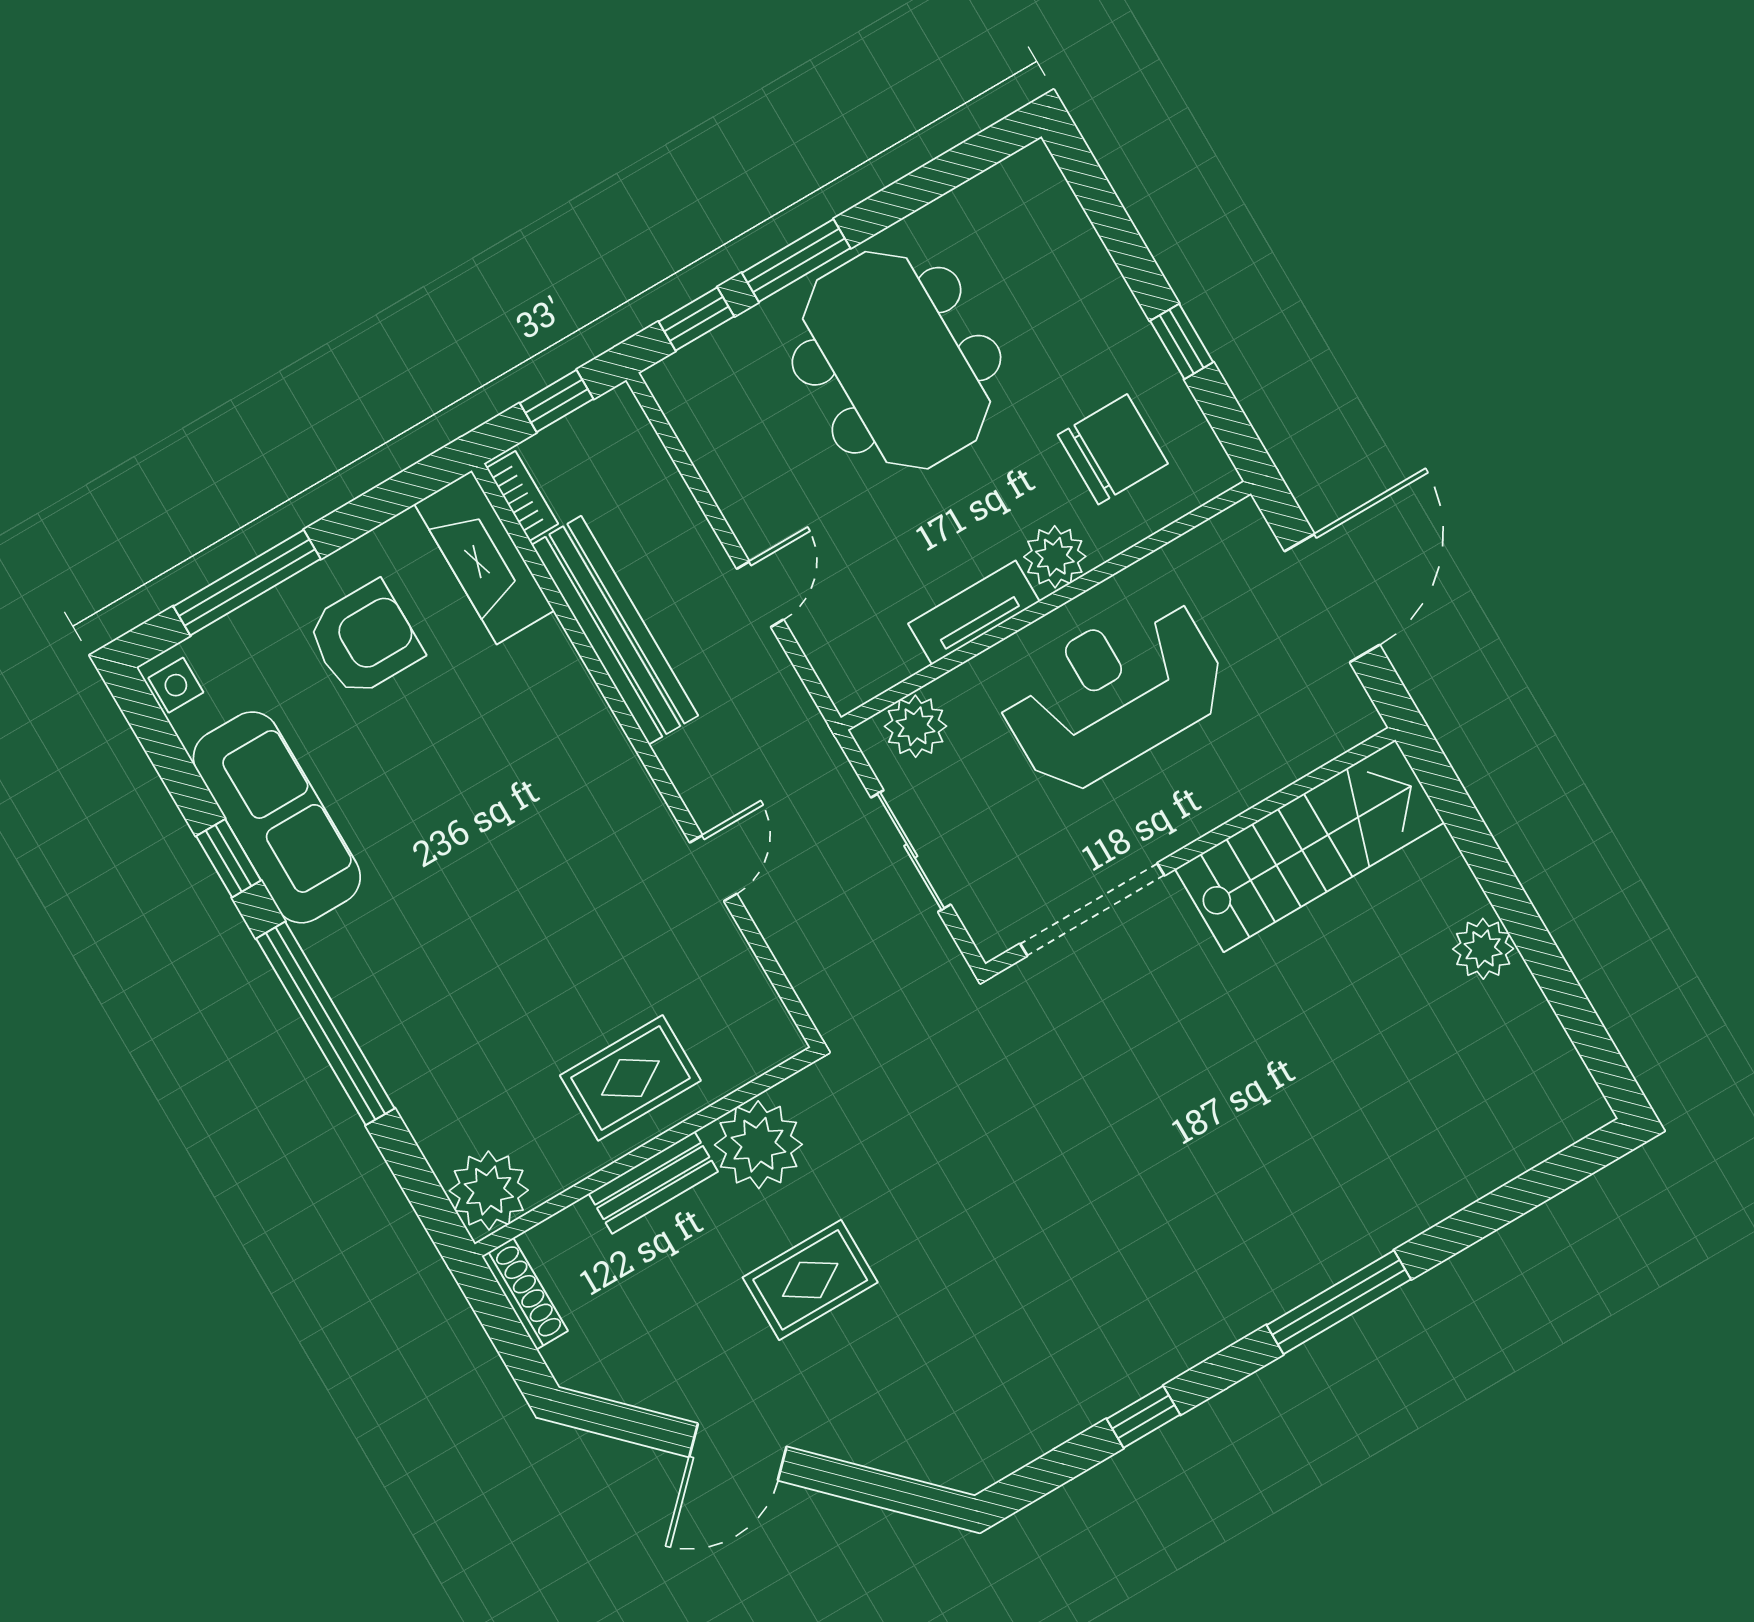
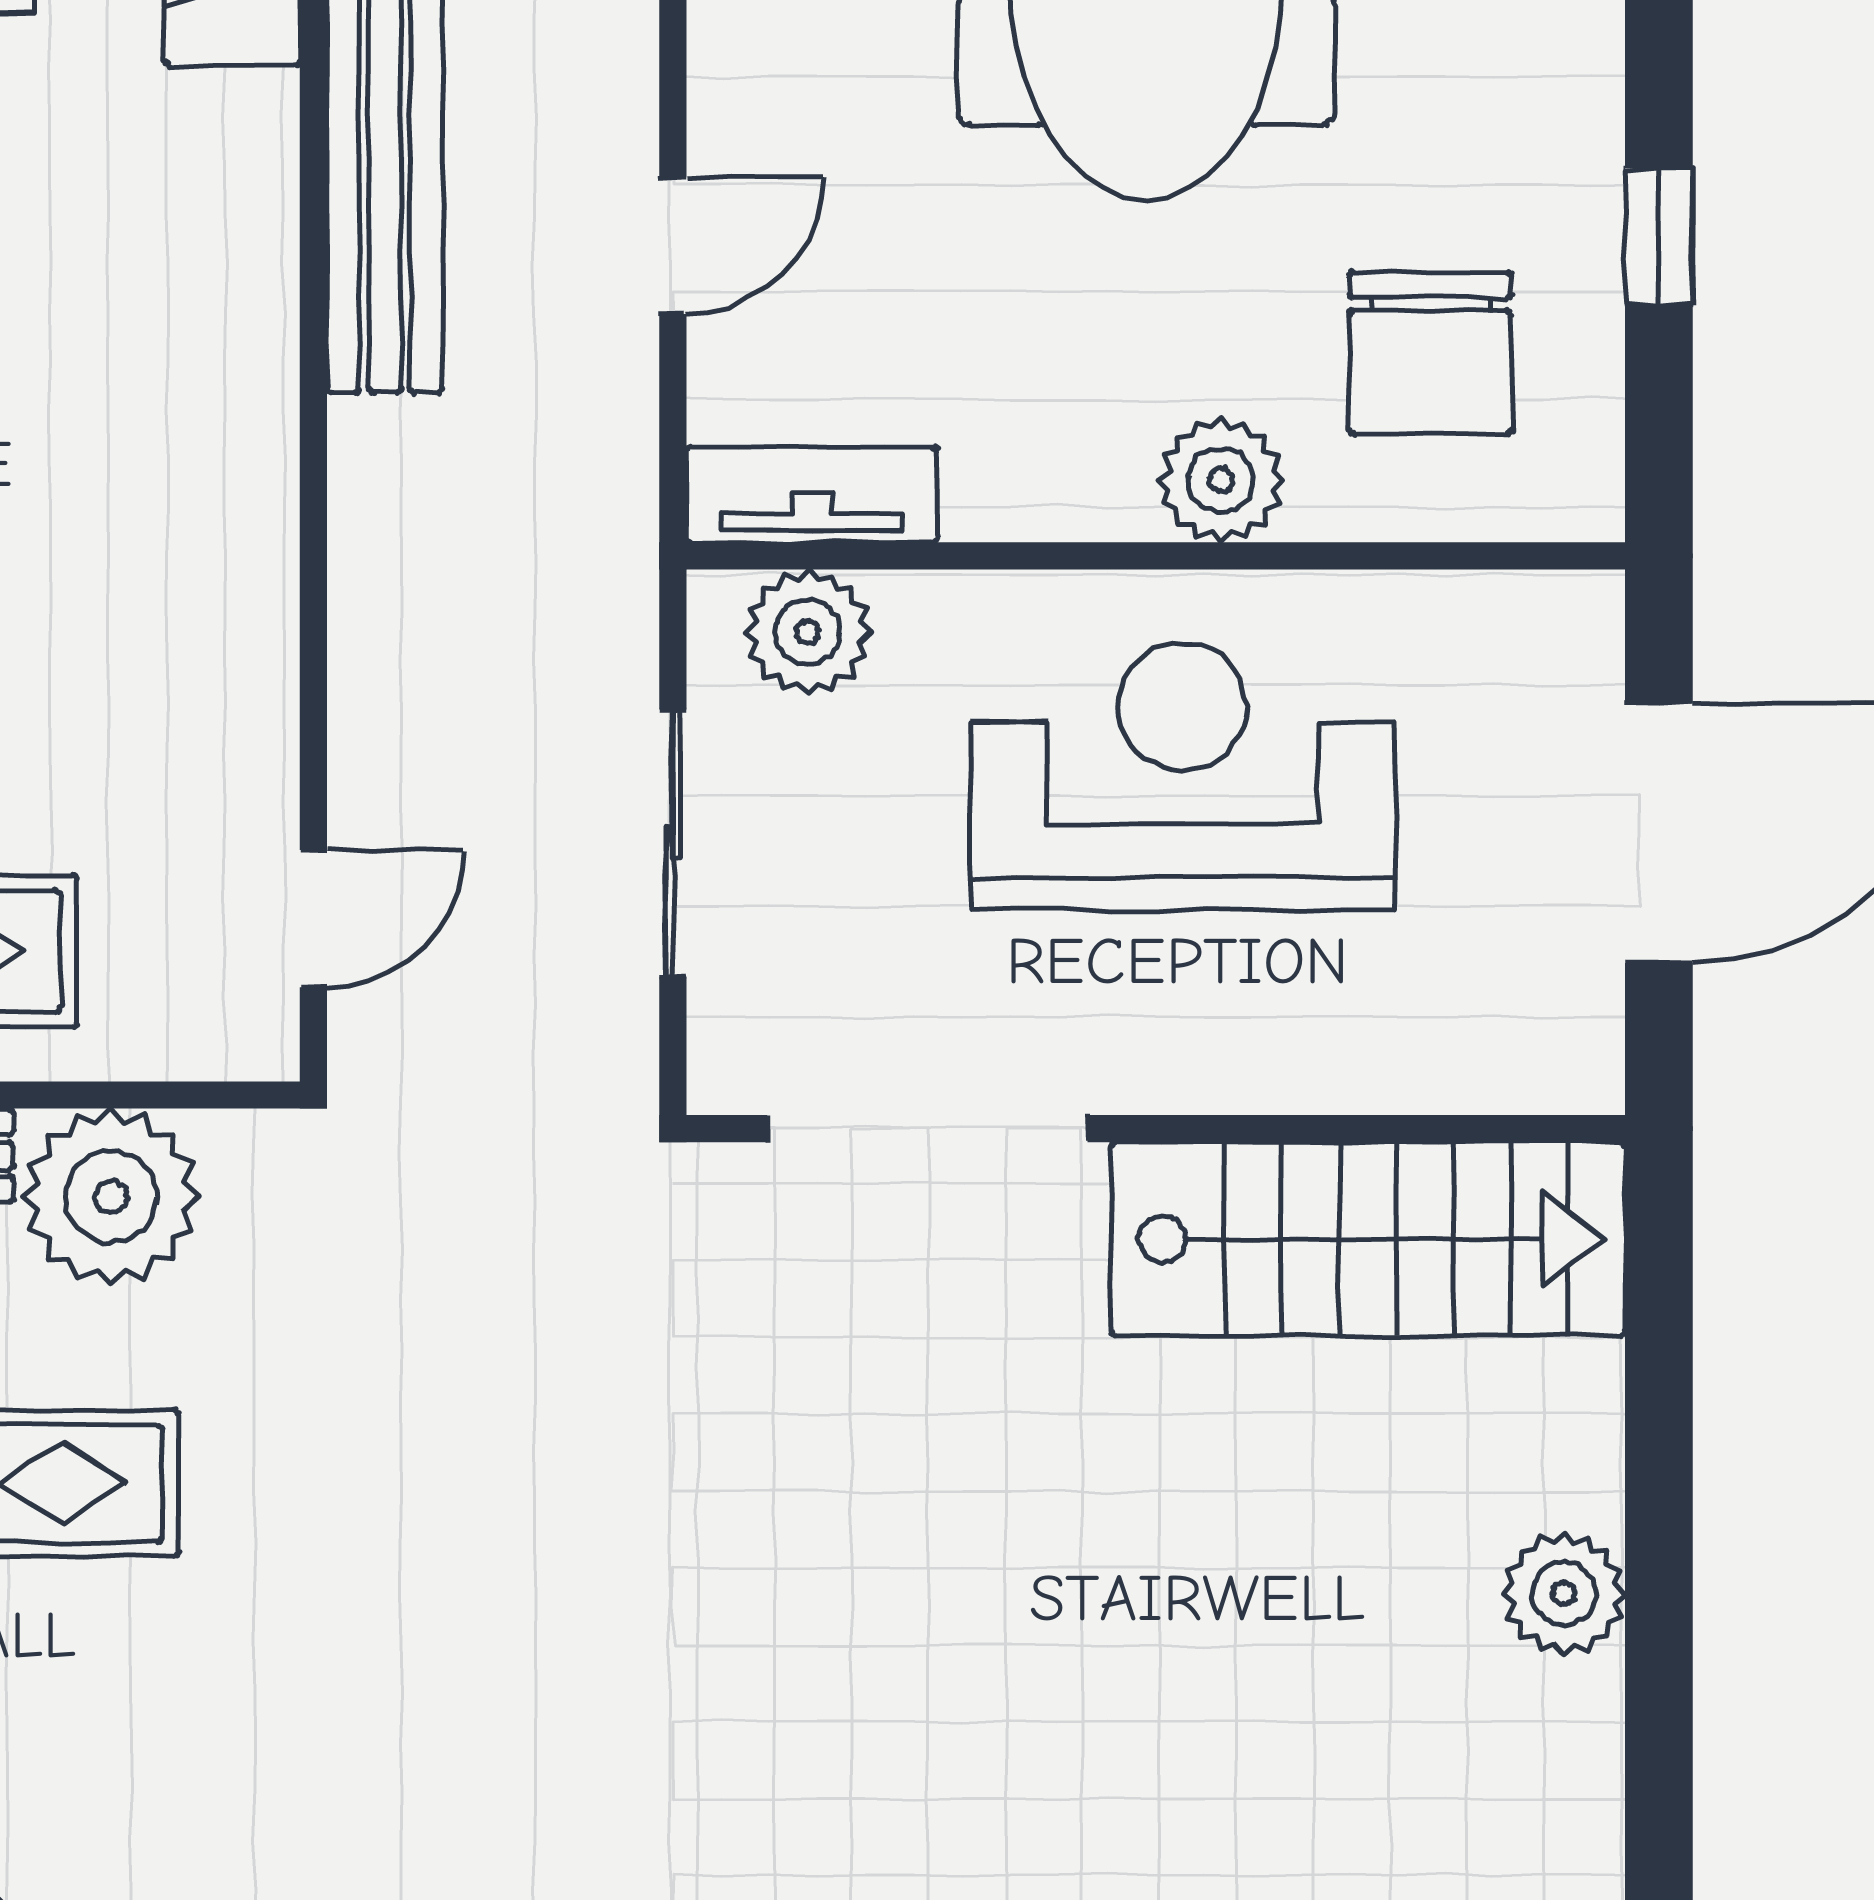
chair: (1113, 449) -> (1430, 353), turned 90
tv unit: (974, 613) -> (812, 495), moved
door: (713, 868) -> (313, 919), moved

